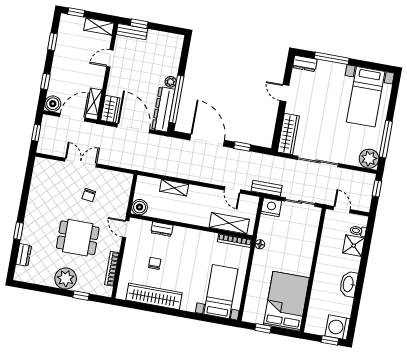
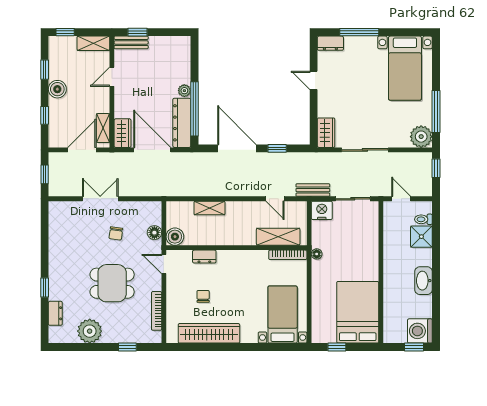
boiler: (53, 104) -> (57, 89), moved
wardrobe: (288, 134) -> (326, 133), width x0.67
floor lamp: (122, 200) -> (154, 233), added
plant: (66, 278) -> (90, 331), moved

